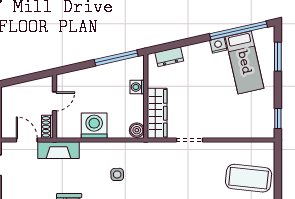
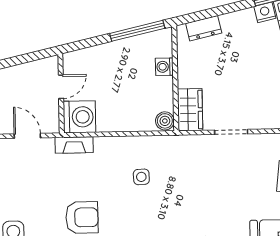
wardrobe: (157, 113) -> (190, 110), width x0.67
washing machine: (94, 126) -> (79, 117), moved, turned 90
shoe rack: (47, 127) -> (53, 119), removed
fireplace: (59, 150) -> (74, 145), width x0.73, depth x0.76

